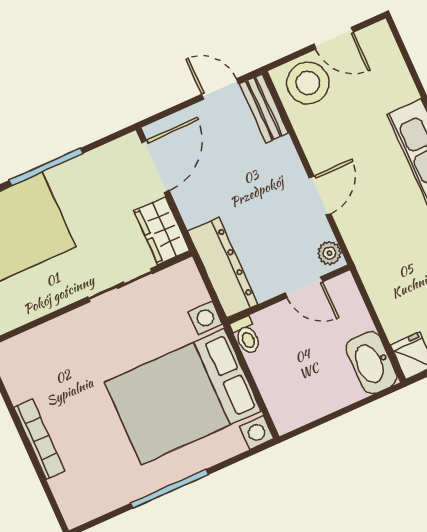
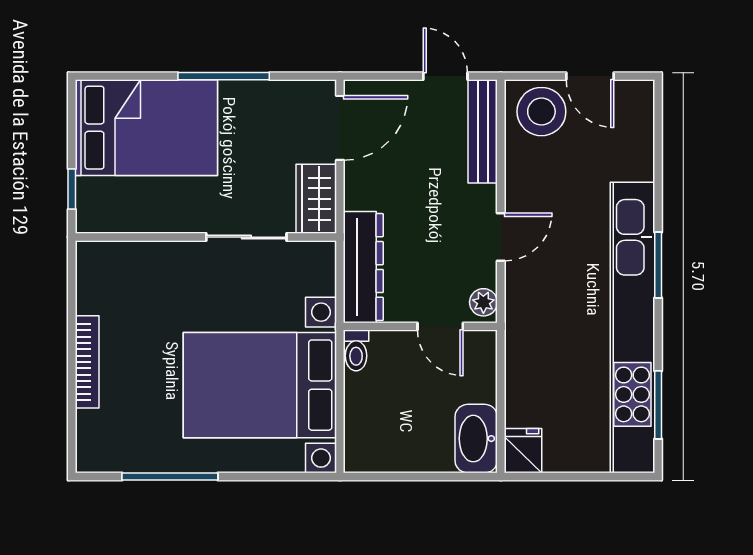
bench: (264, 108) -> (483, 131), width x1.36
window: (169, 489) -> (170, 477), moved

